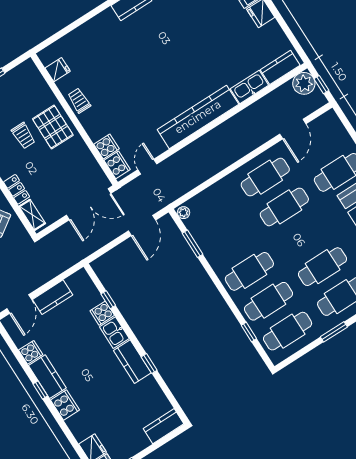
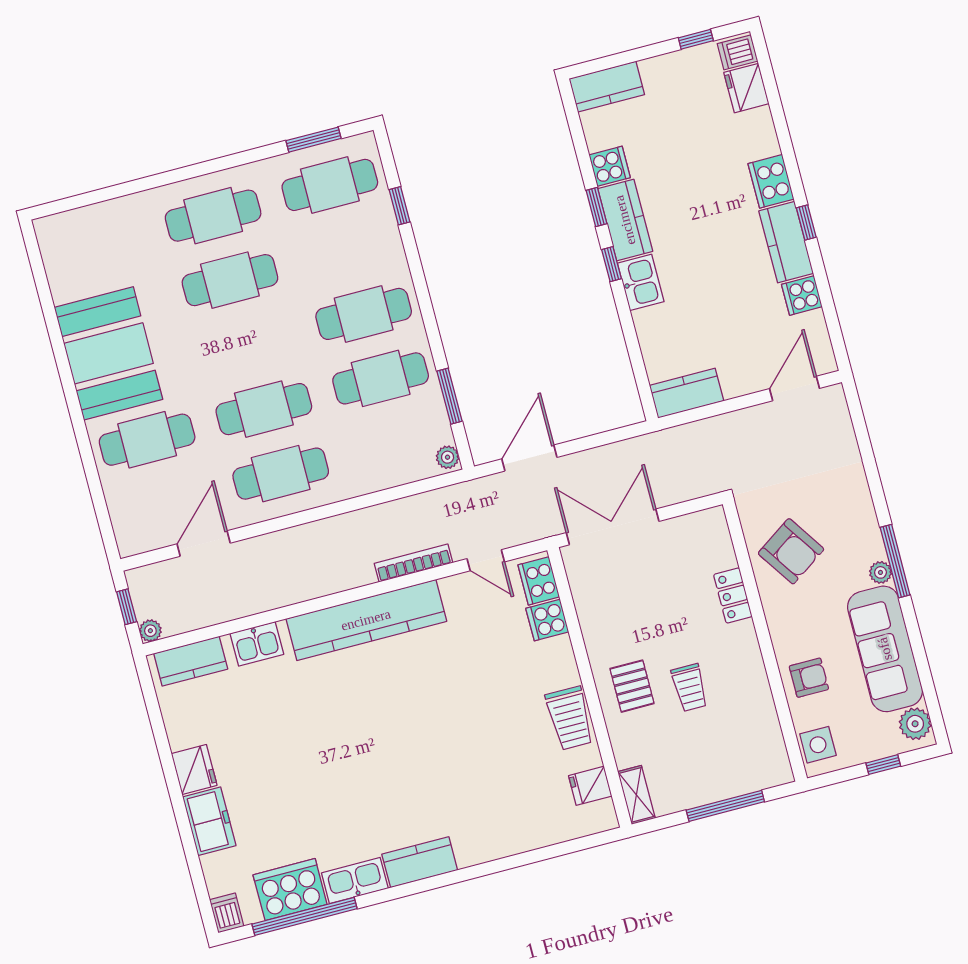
plant: (304, 83) -> (150, 631), width x0.53, depth x0.53
kitchen sink: (249, 87) -> (257, 644), width x0.73
trolley: (79, 101) -> (570, 718), width x1.36, depth x1.39
pallet: (53, 127) -> (632, 686), width x0.67, depth x0.71
trolley: (23, 136) -> (690, 688), turned 180
bookcase: (183, 153) -> (413, 563), added
door: (147, 167) -> (486, 560), hinge flipped
shelving: (32, 215) -> (636, 795), moved
kitchen counter: (53, 297) -> (687, 393), moved
window: (108, 300) -> (611, 264), moved
cafe table: (268, 301) -> (381, 378), moved
cooker: (102, 313) -> (610, 166), moved
window: (334, 332) -> (314, 140), moved

